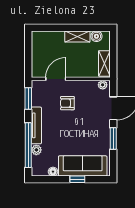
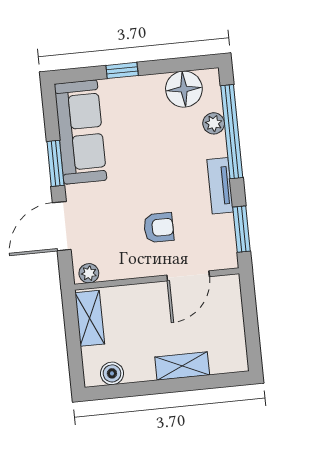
shelving: (77, 36) -> (182, 366), moved
tv unit: (36, 125) -> (220, 186), width x0.71
sofa: (83, 166) -> (80, 132), moved, turned -90
floor lamp: (53, 172) -> (184, 89), width x1.89, depth x1.89

